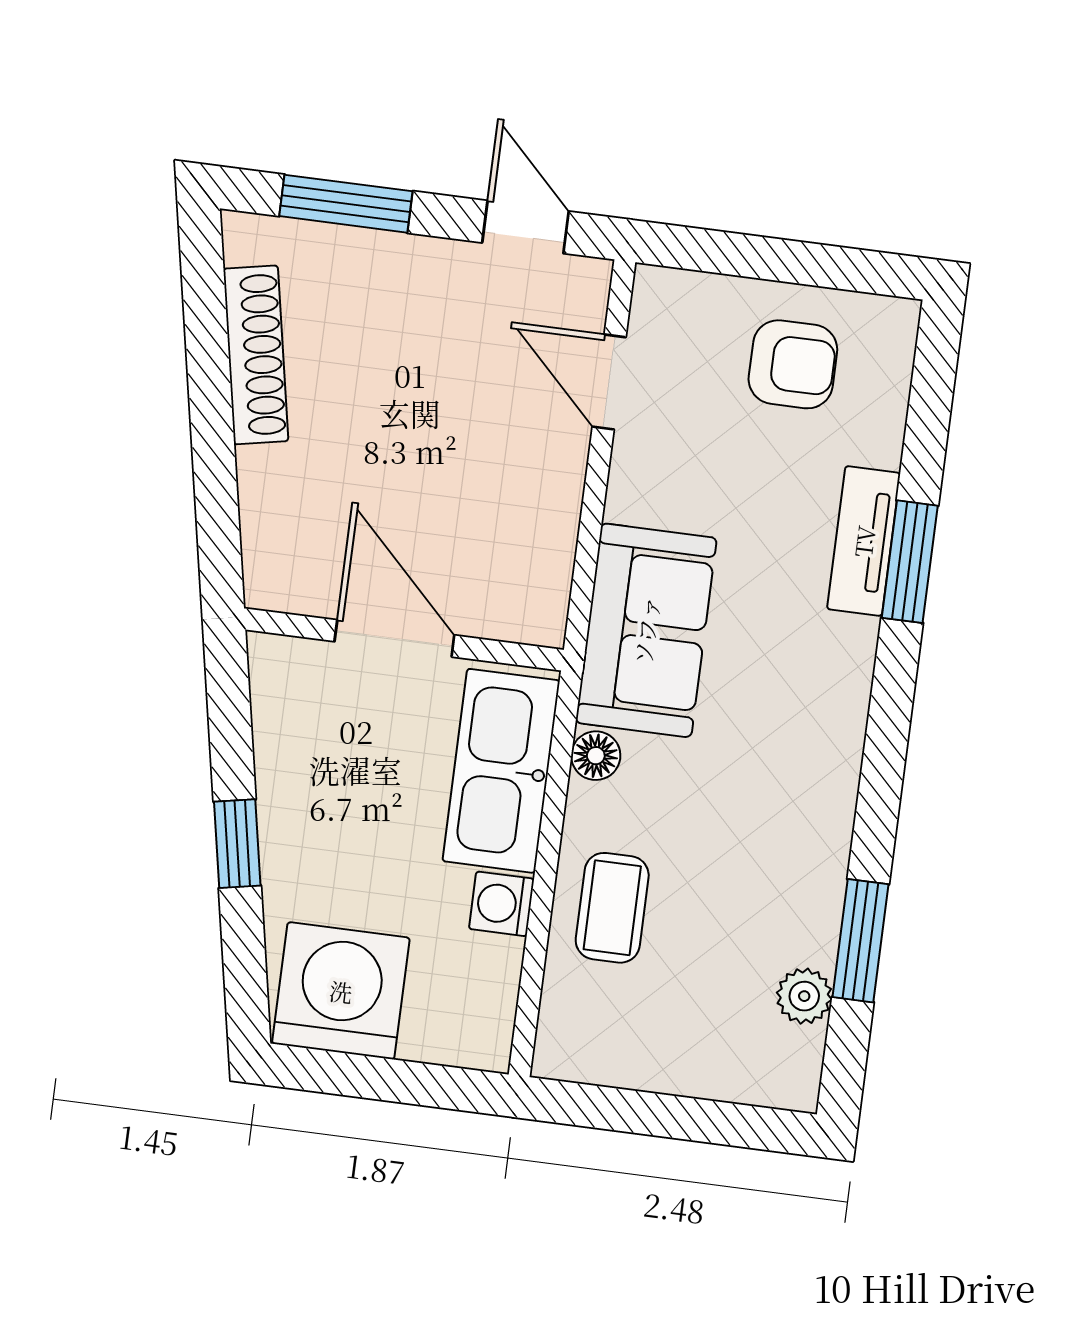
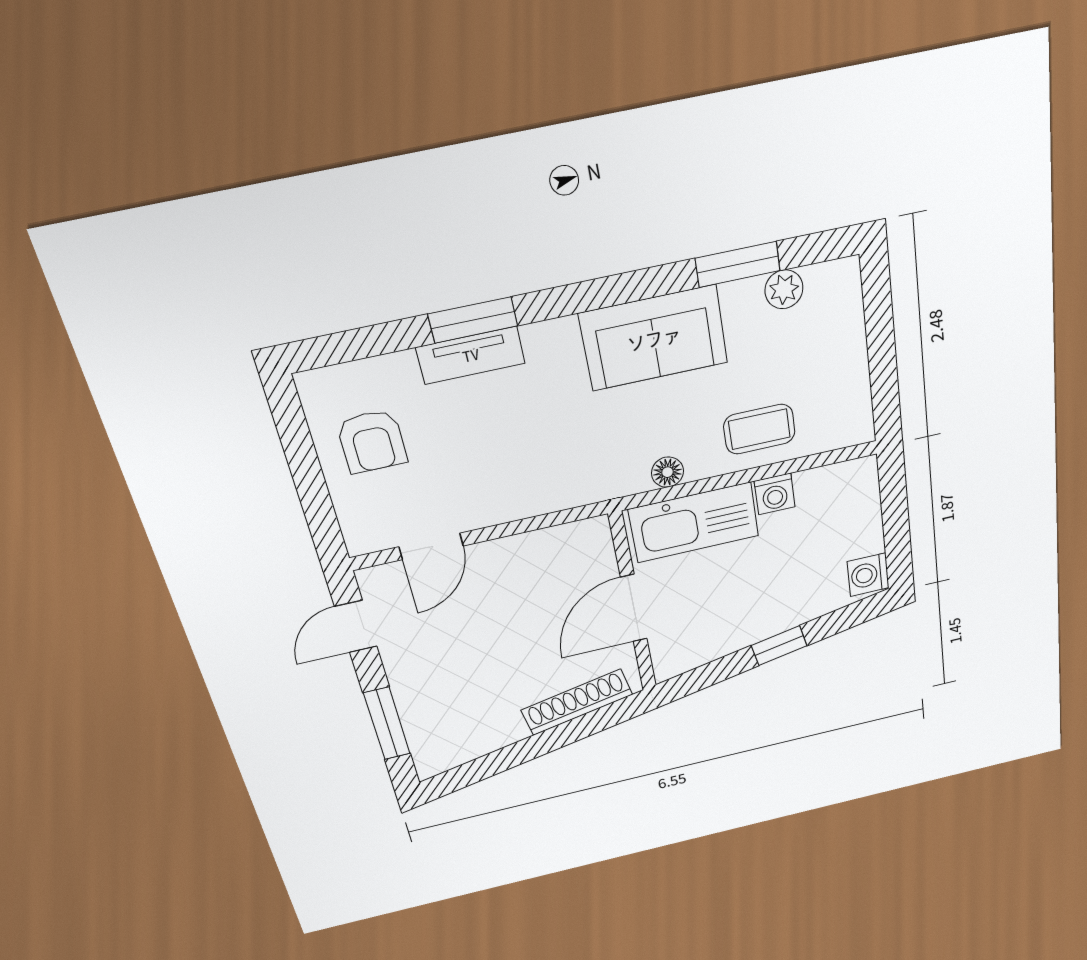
shoe rack: (256, 355) -> (577, 702), moved
armchair: (793, 364) -> (372, 442), turned 180
sofa: (646, 630) -> (654, 338), moved, turned 180
washing machine: (341, 991) -> (868, 575), width x0.53, depth x0.53

